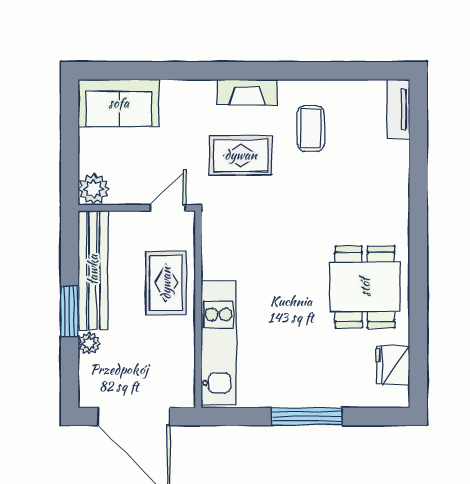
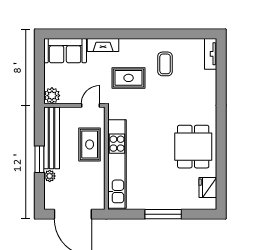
fireplace: (247, 92) -> (103, 45), moved
kitchen unit: (219, 343) -> (117, 164), width x1.36

